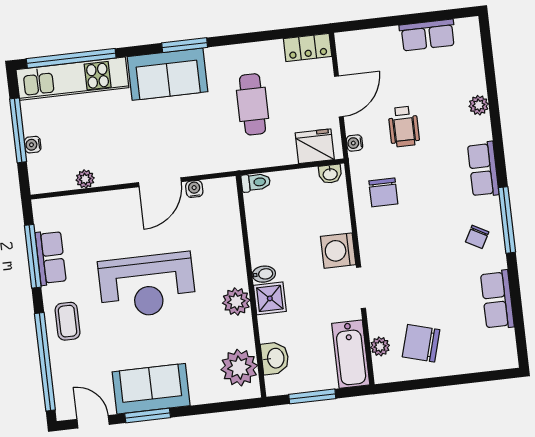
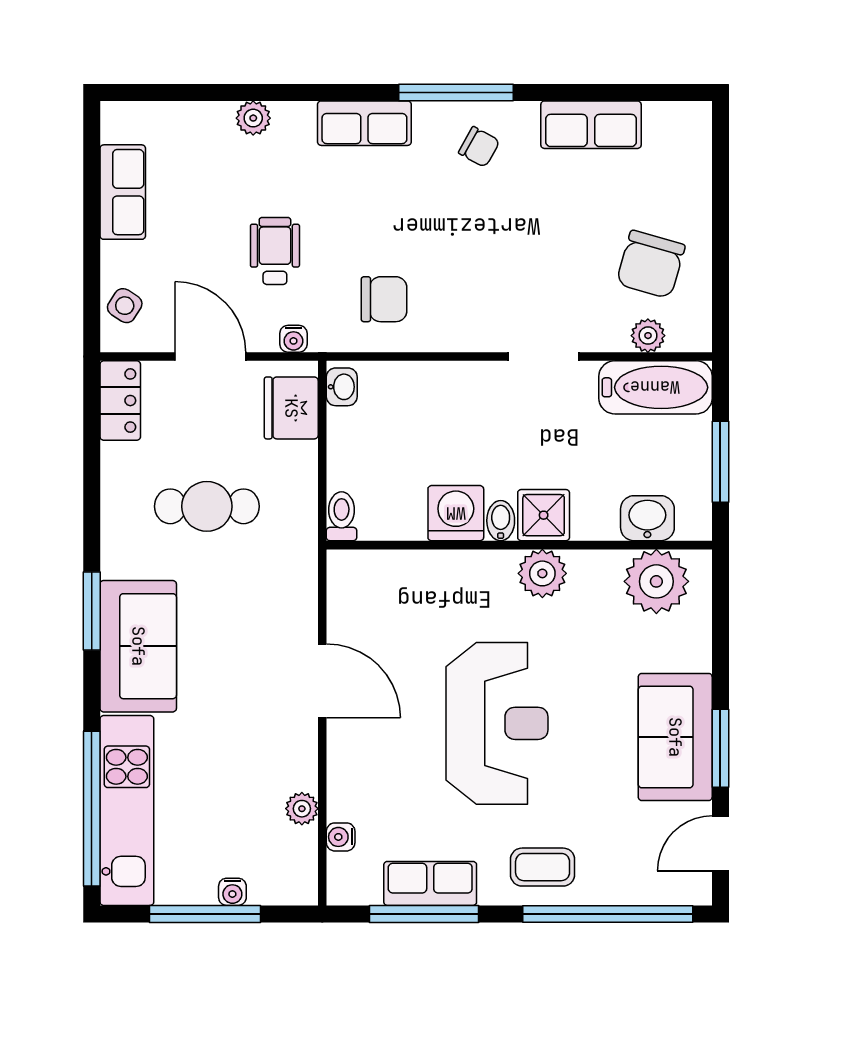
side table: (362, 44) -> (125, 306), added
wheelchair: (404, 126) -> (275, 251), turned -90
water cooler: (194, 189) -> (341, 837), moved
washing machine: (338, 251) -> (456, 513), moved, turned 180

